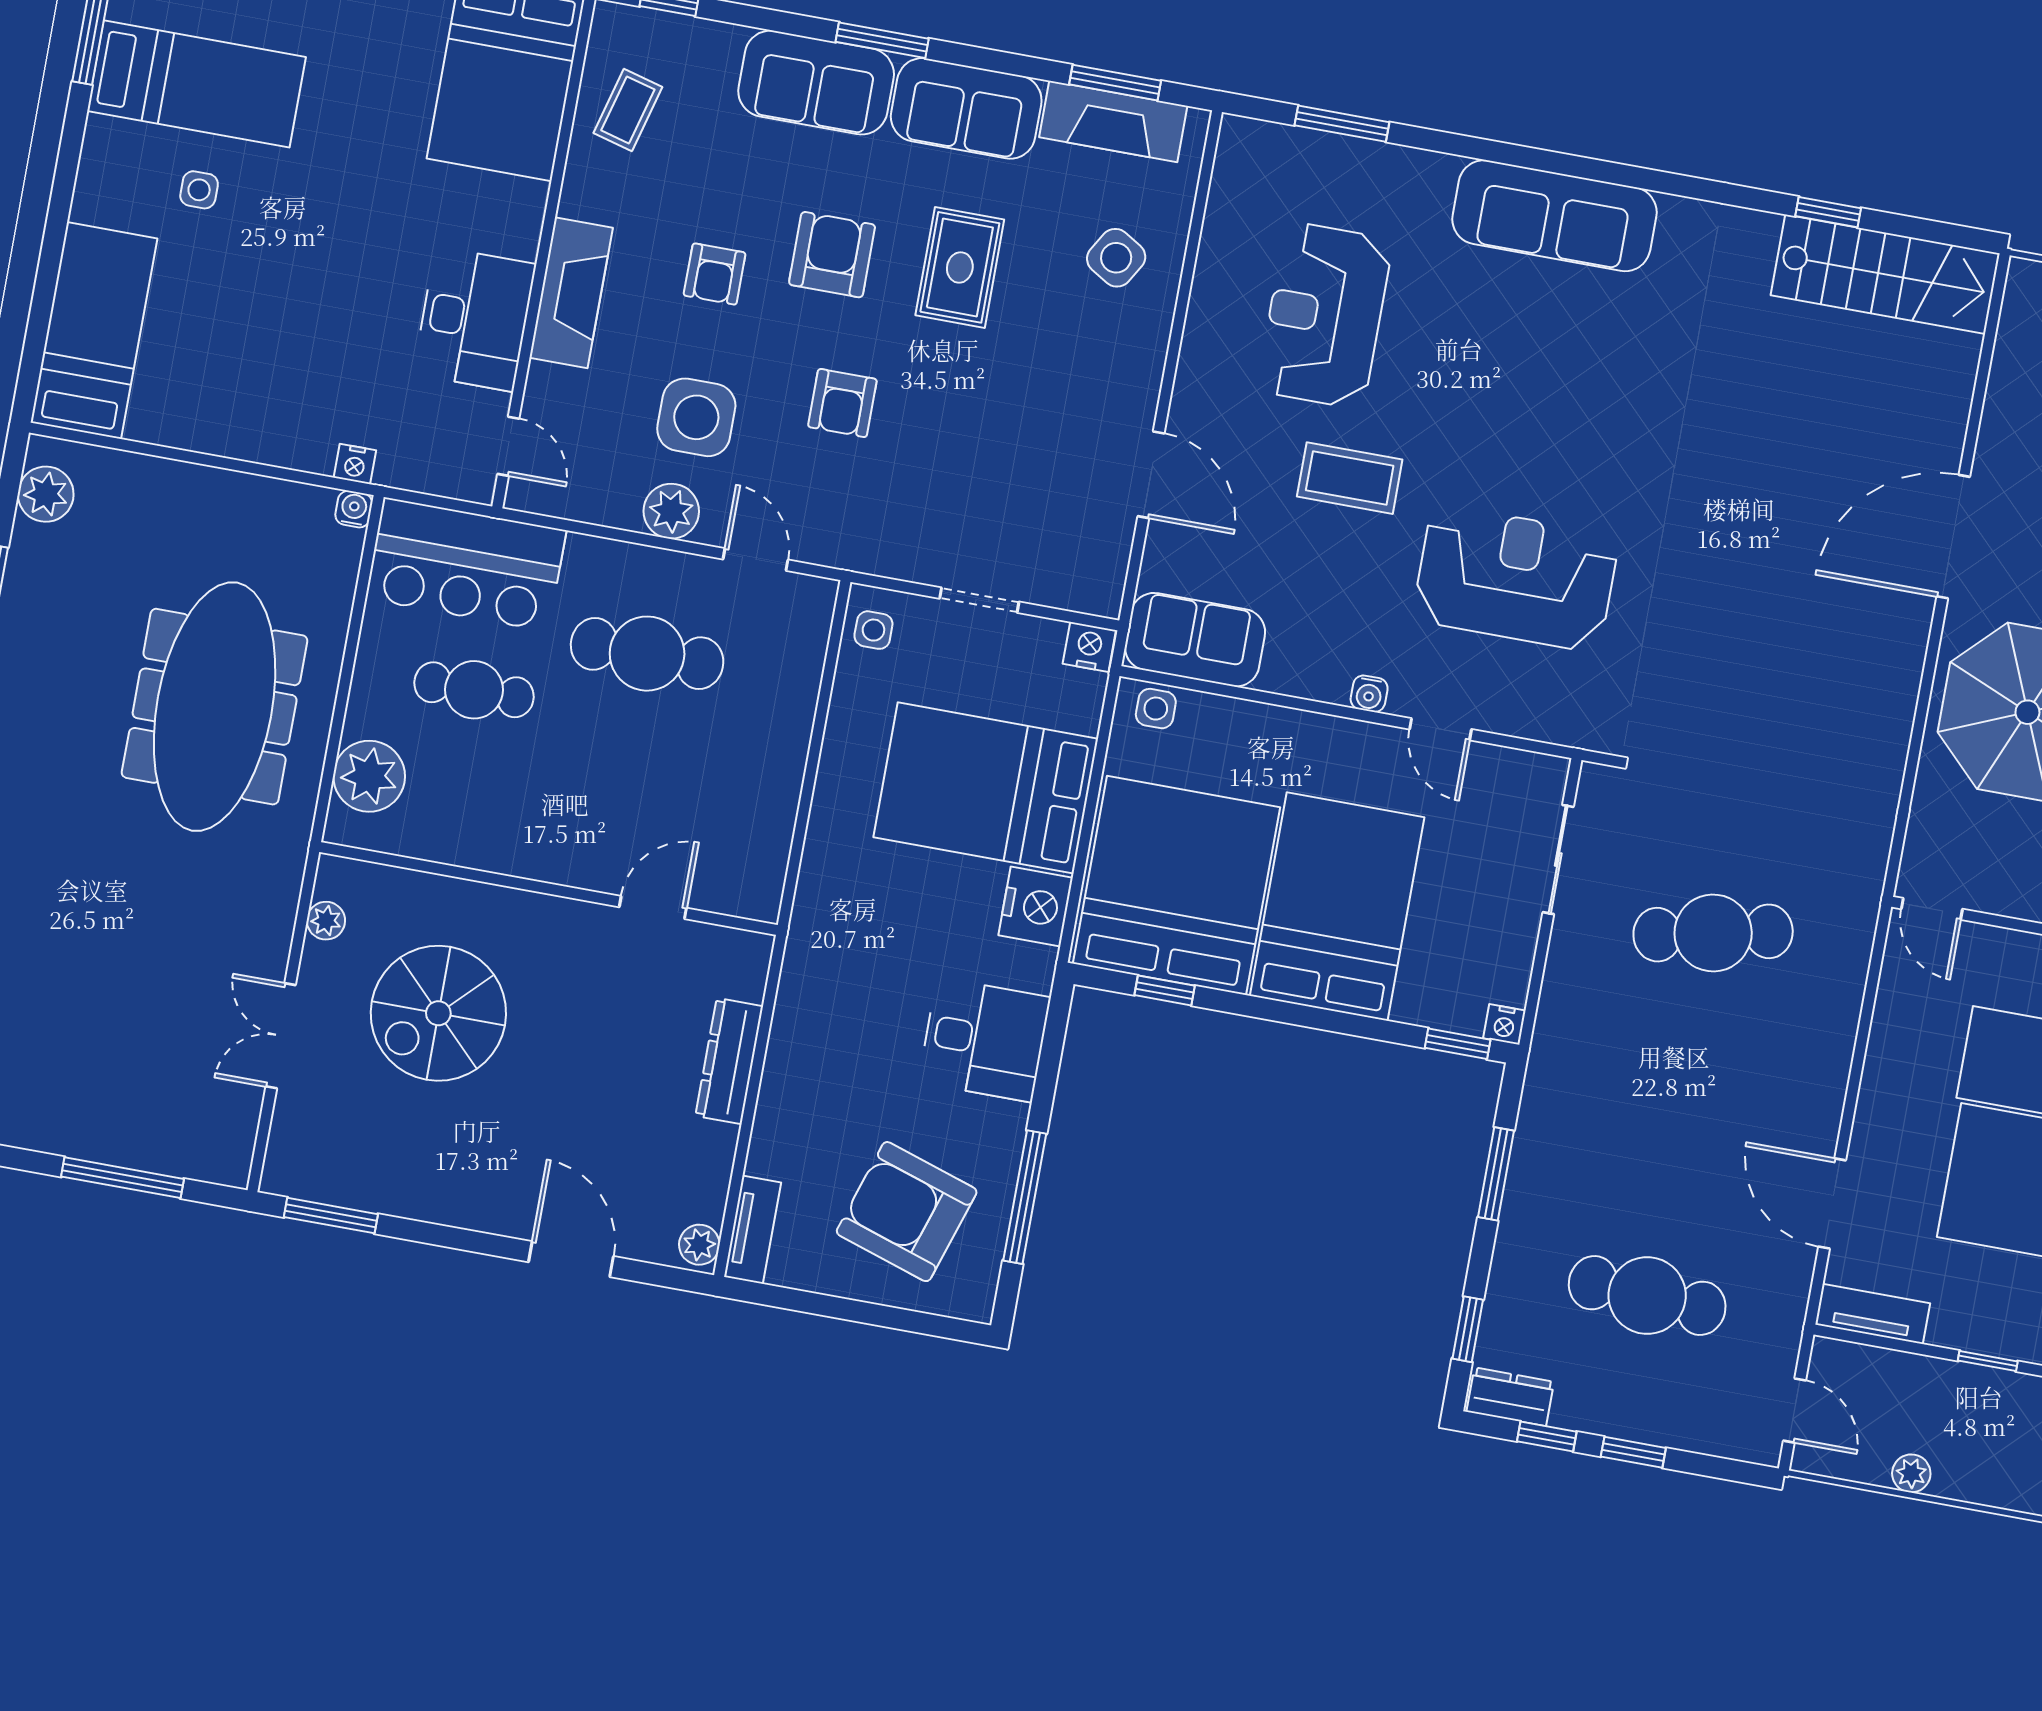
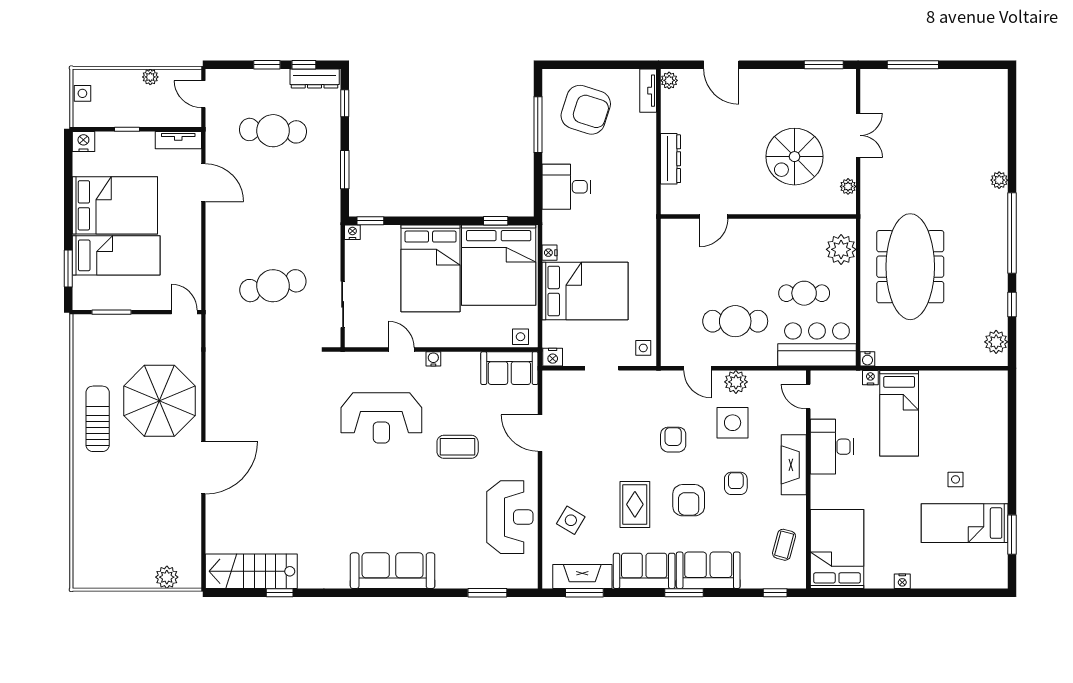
reception desk: (1325, 315) -> (510, 517), moved
bed: (94, 331) -> (899, 413), moved
nightstand: (1036, 907) -> (550, 253), width x0.53, depth x0.56
spiral stairs: (438, 1013) -> (795, 157), turned 180
dresser: (1510, 1397) -> (315, 78), width x1.44

